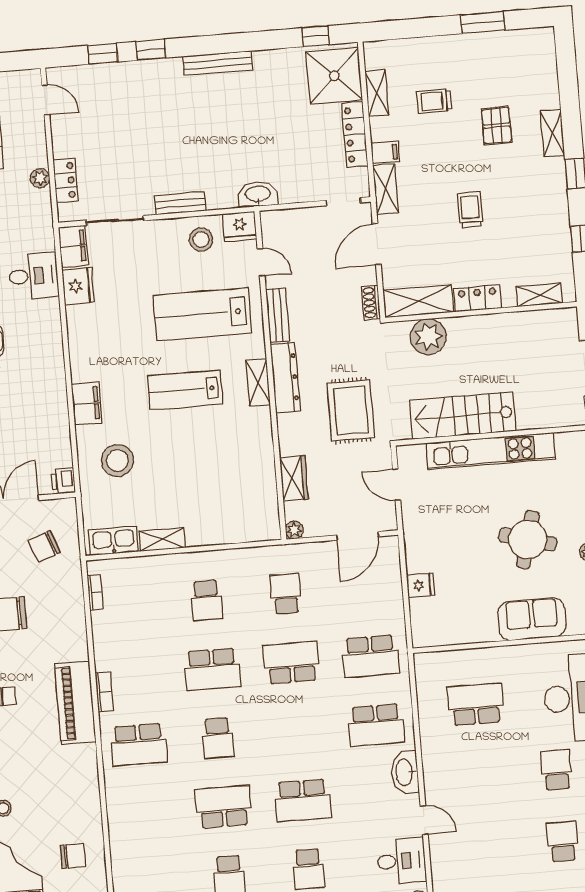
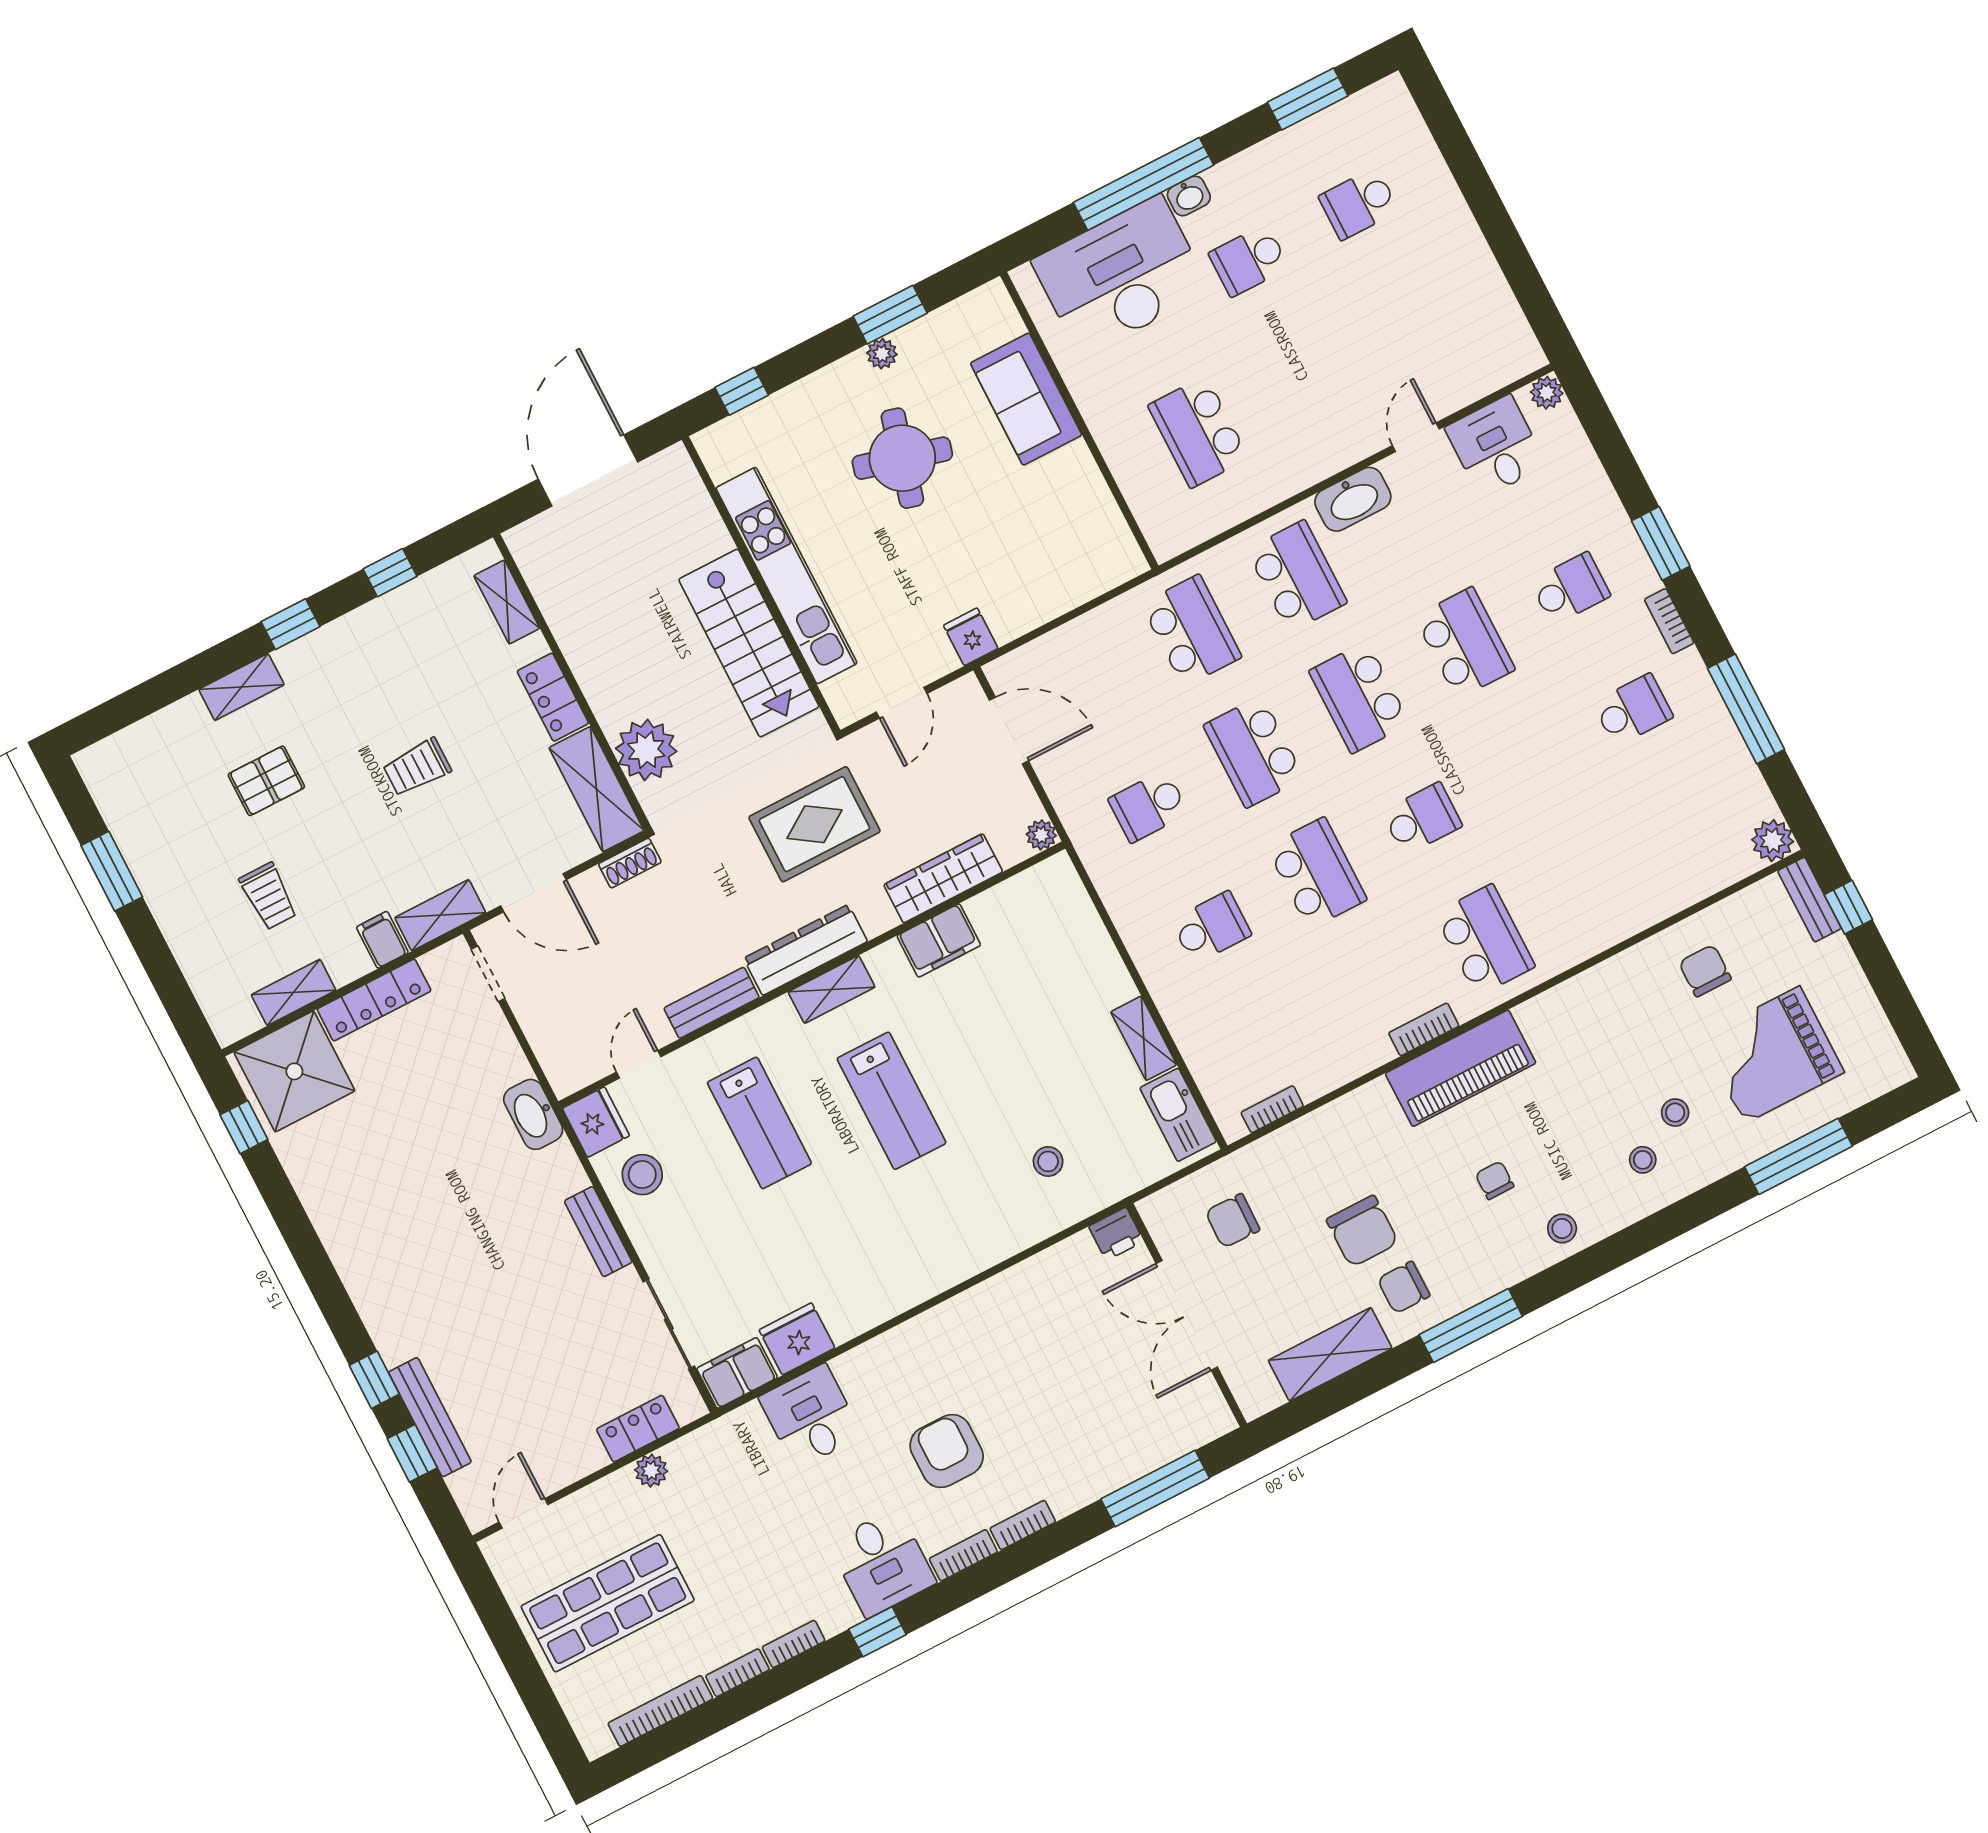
bench: (218, 63) -> (430, 1417), moved
lab bench: (203, 314) -> (759, 1123), width x0.73, depth x0.72
filing cabinet: (87, 403) -> (939, 940), moved, turned 180
stool: (117, 461) -> (1048, 1161), width x0.53, depth x0.53
wardrobe: (294, 478) -> (943, 878), width x1.50
chair: (44, 546) -> (1233, 1221), turned 111
fridge: (421, 585) -> (971, 637), moved
school desk: (224, 807) -> (1359, 697), moved

